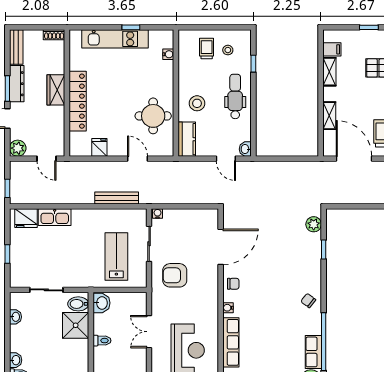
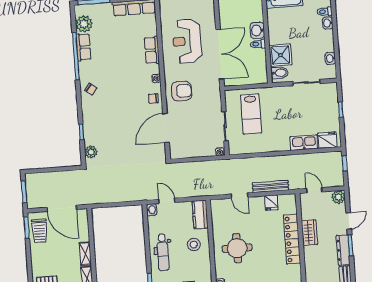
wardrobe: (56, 90) -> (309, 233), moved
round table: (153, 116) -> (237, 248), moved
shelving: (329, 116) -> (85, 254), moved
bench: (117, 198) -> (270, 186), moved
armchair: (175, 275) -> (182, 91), moved
washbasin: (101, 303) -> (257, 30), moved
double door: (149, 332) -> (220, 54), width x1.87
row of seats: (231, 342) -> (152, 50), width x0.68

